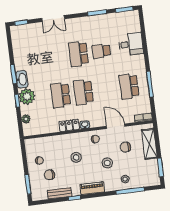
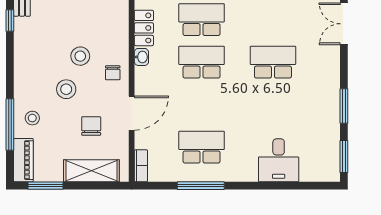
school desk: (101, 51) -> (273, 105), removed
stool: (76, 157) -> (80, 56), moved
piano: (92, 188) -> (23, 160), moved

